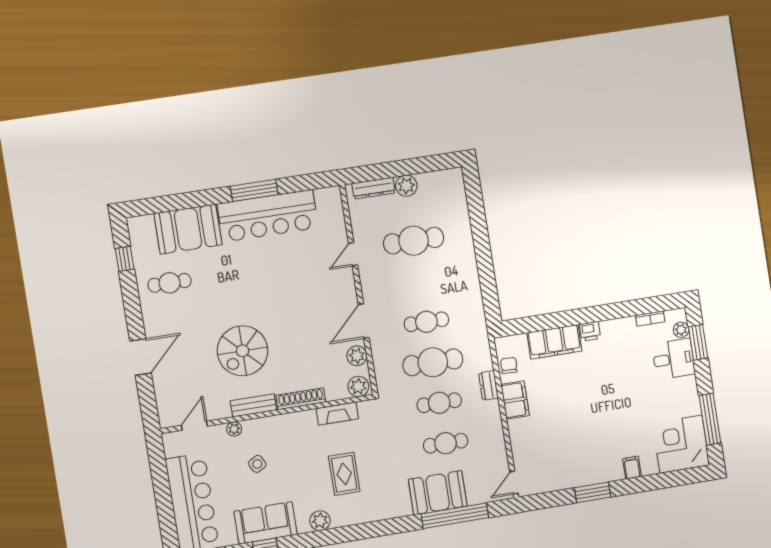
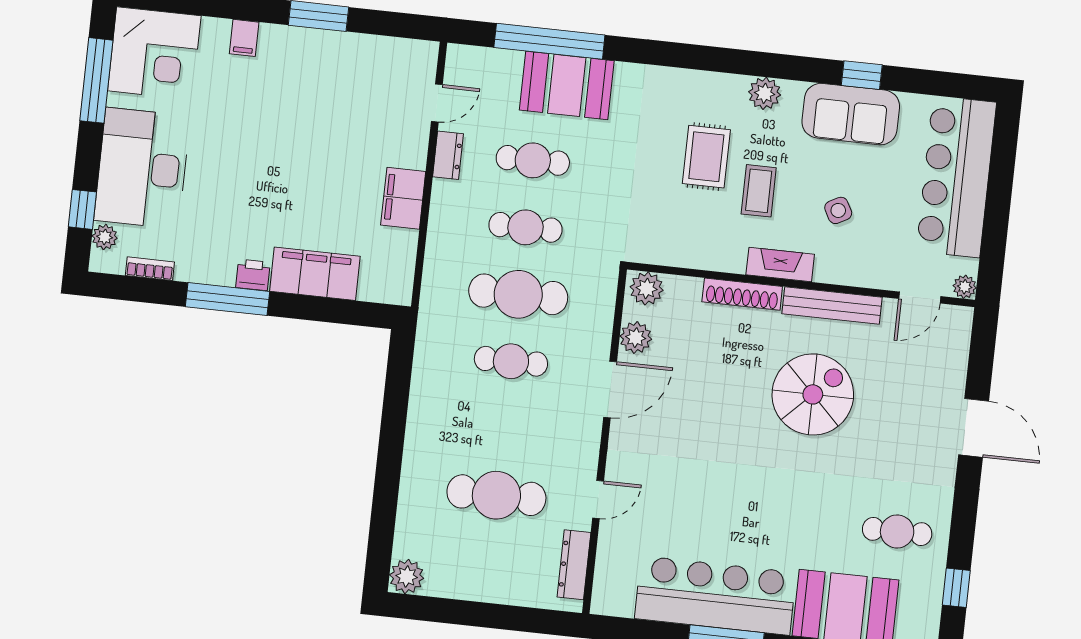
plant: (406, 186) -> (407, 577), moved
dresser: (373, 188) -> (574, 565), moved, turned -90
window: (601, 313) -> (228, 299), added
window: (698, 342) -> (82, 209), width x0.67
door: (141, 357) -> (974, 428), swing flipped
desk: (674, 359) -> (142, 168), width x1.87, depth x1.30
chair: (509, 365) -> (398, 256), removed
dresser: (488, 385) -> (448, 155), moved
bench: (253, 405) -> (832, 305), width x1.36
fireplace: (337, 414) -> (780, 265), moved
plant: (234, 429) -> (965, 287), moved
coffee table: (308, 462) -> (759, 191), added
door: (514, 483) -> (437, 103), moved

